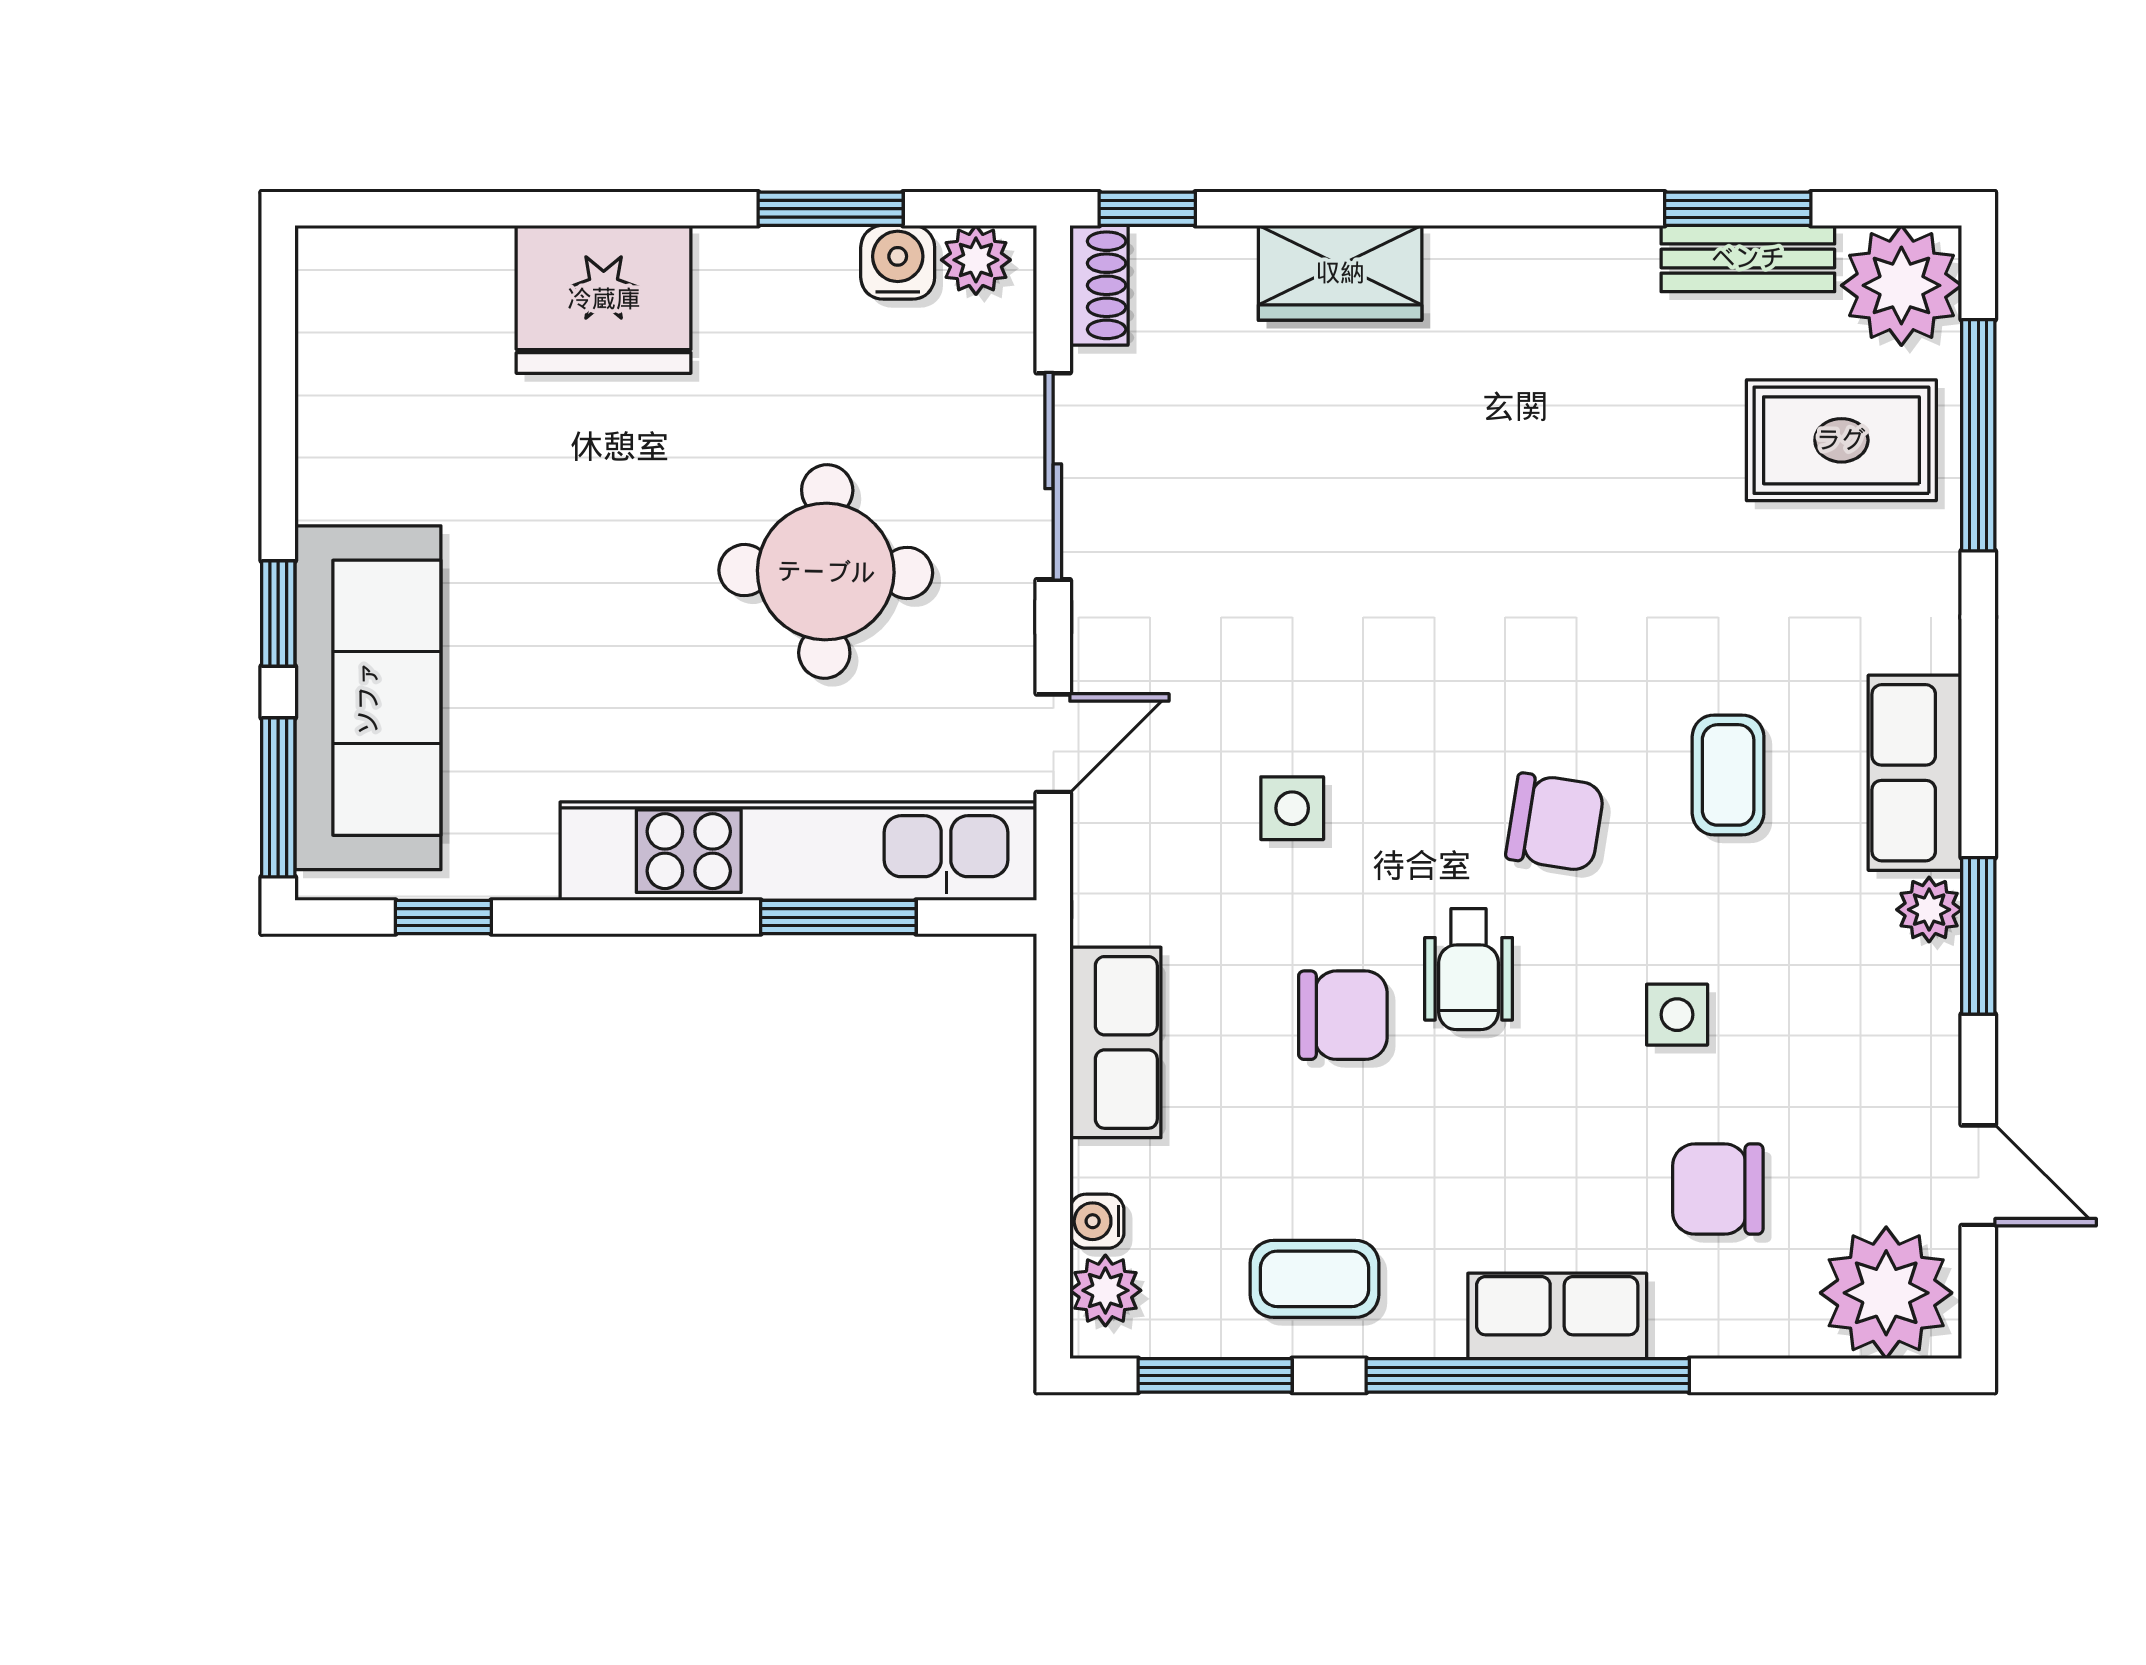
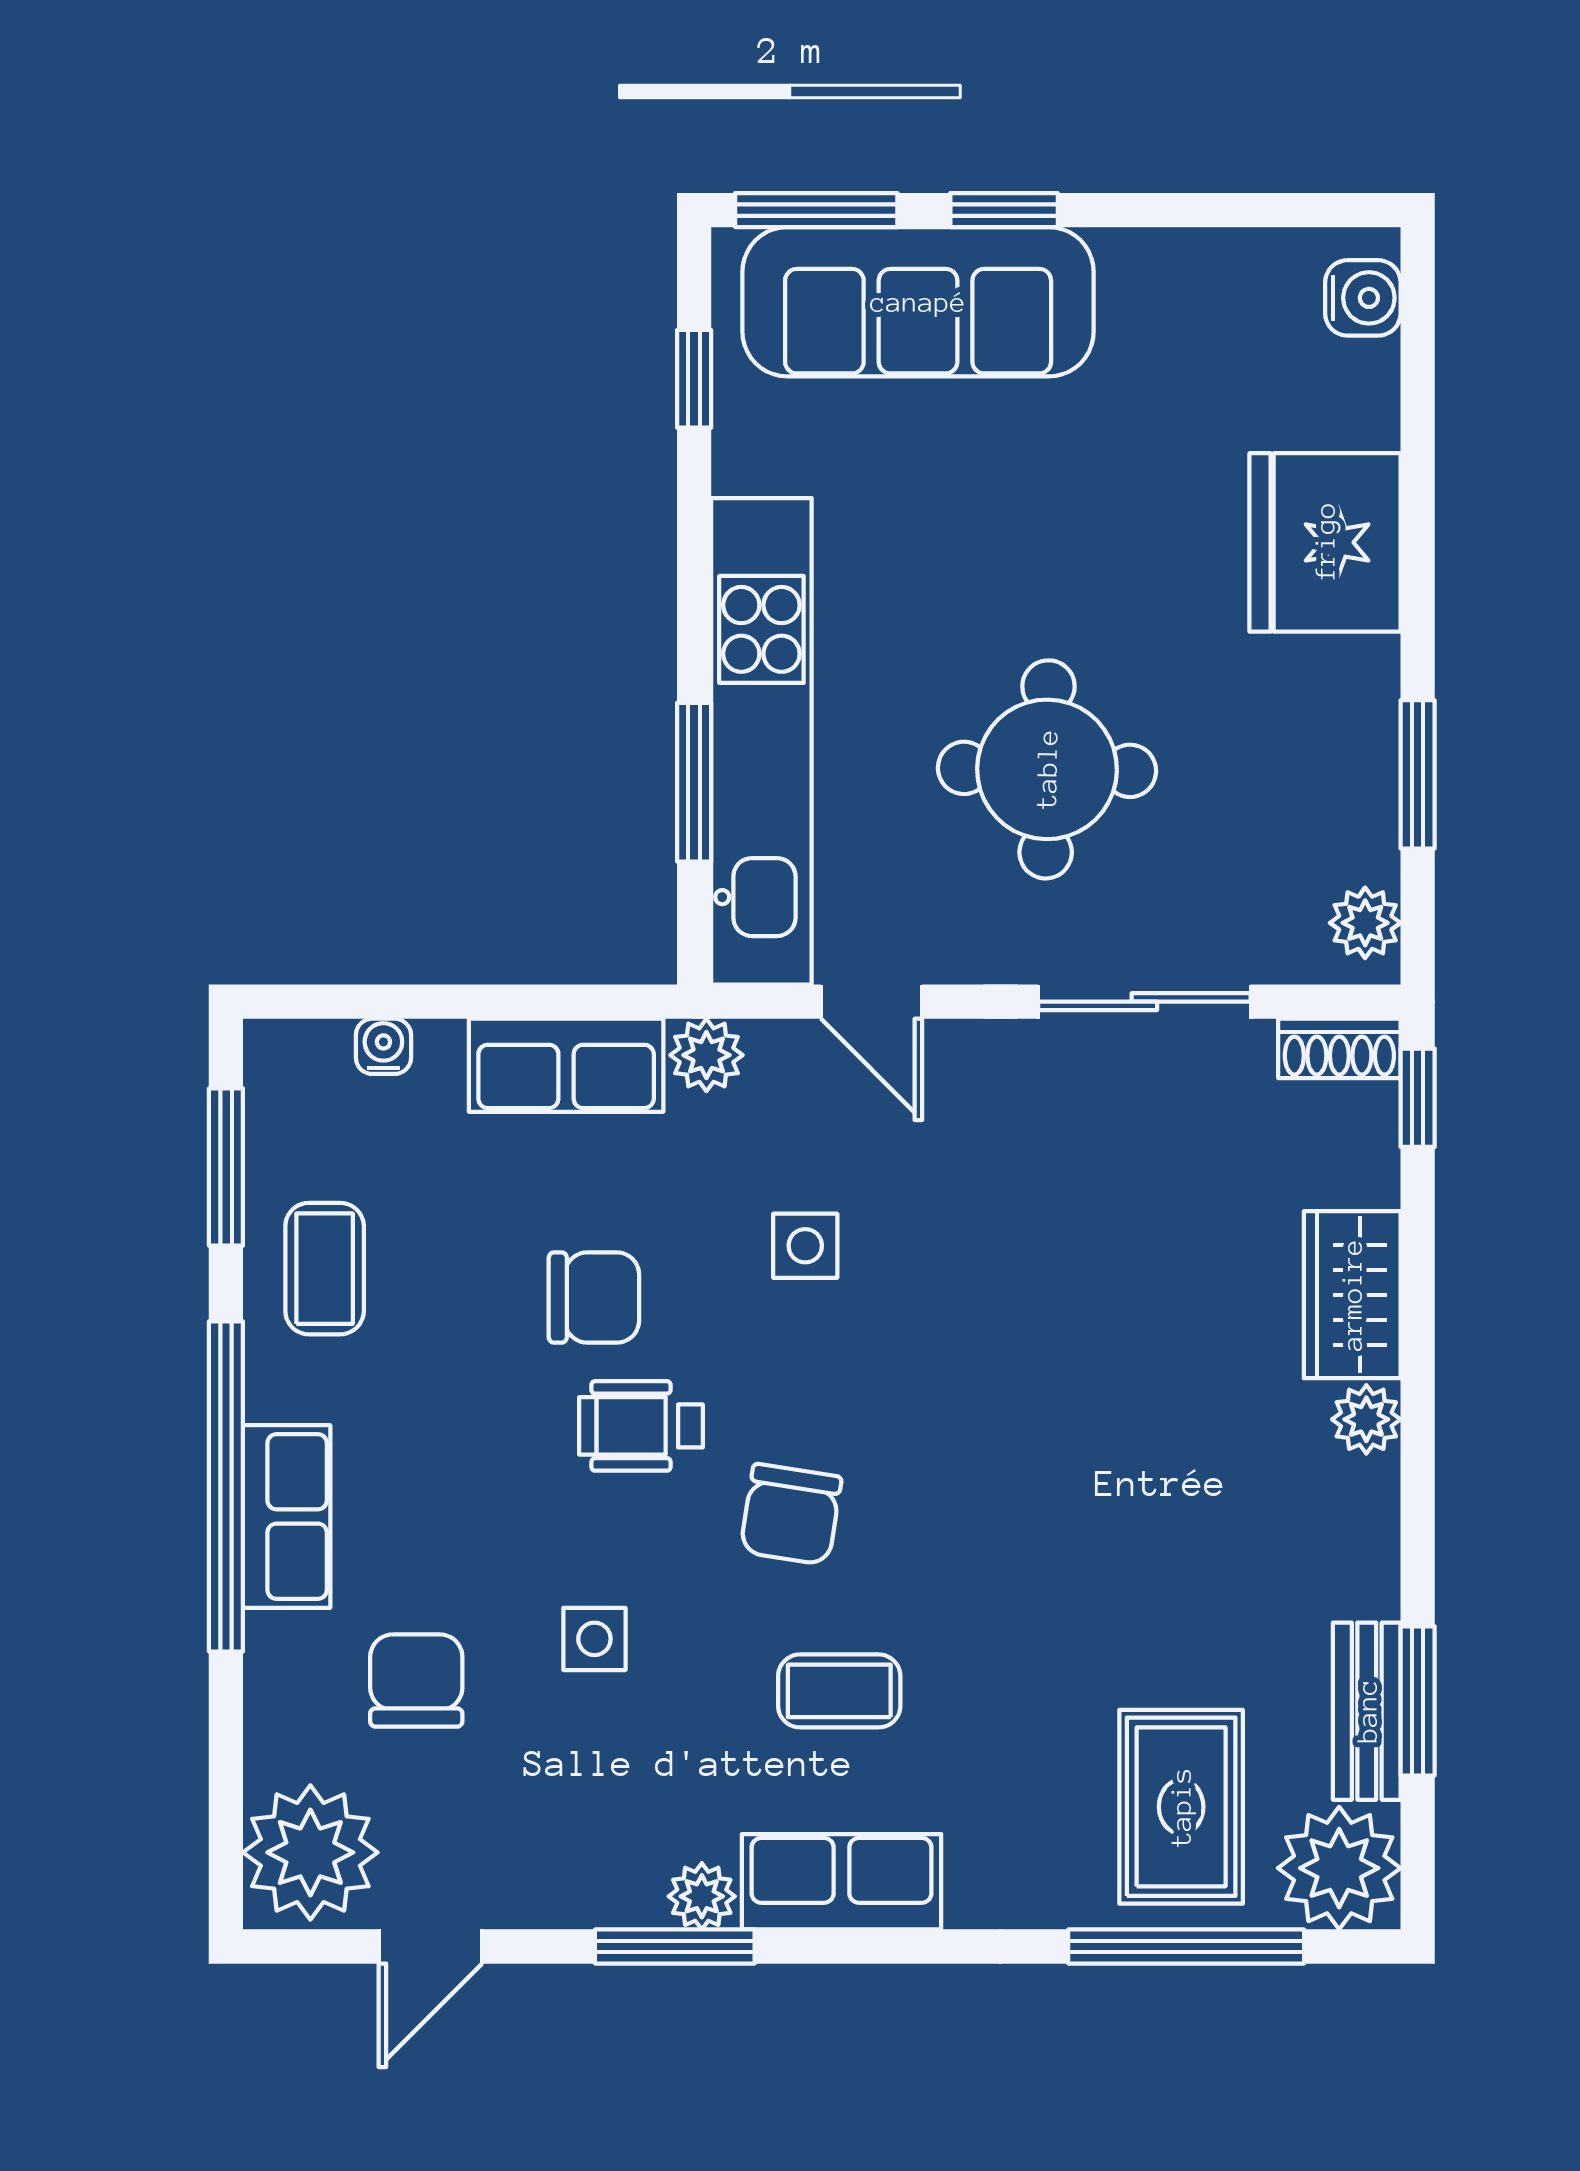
plant: (1462, 259) -> (1366, 1419), added
water cooler: (898, 262) -> (1363, 298), moved
chair: (1343, 1015) -> (594, 1298), turned -90
plant: (1105, 1290) -> (706, 1055), moved

